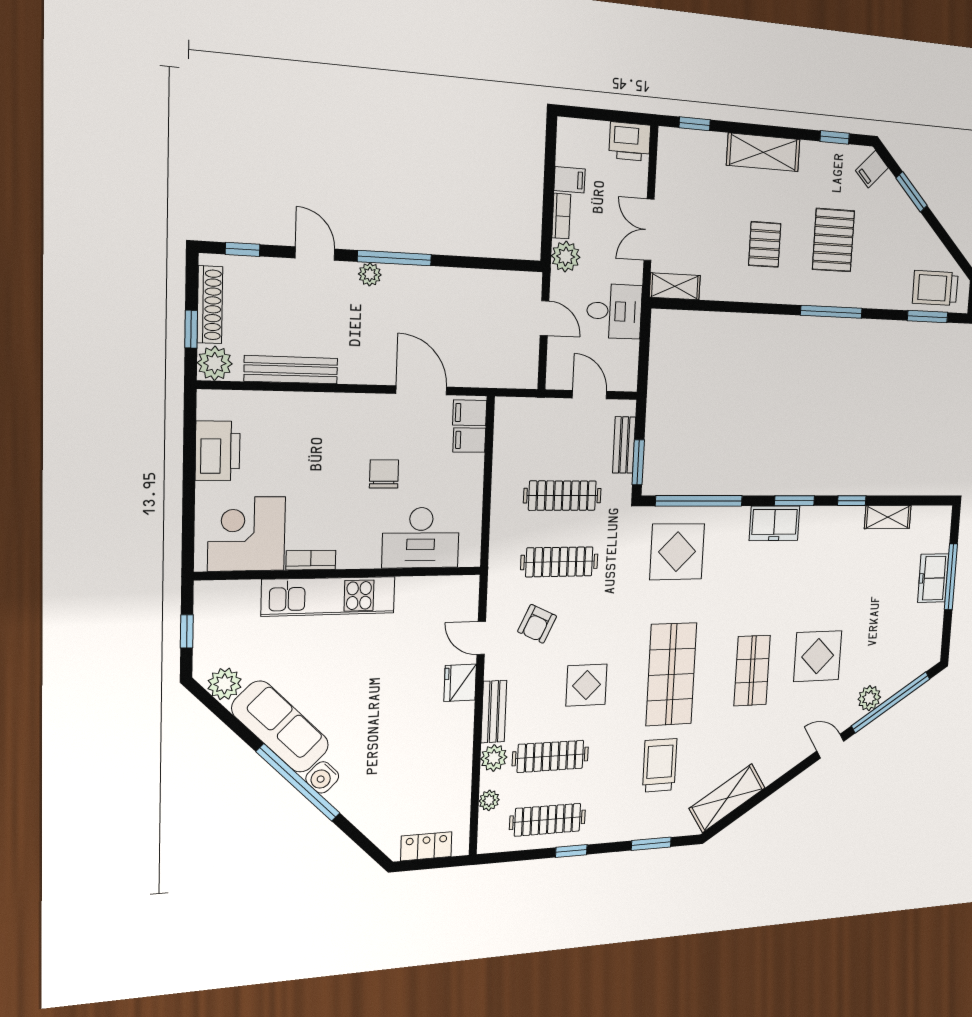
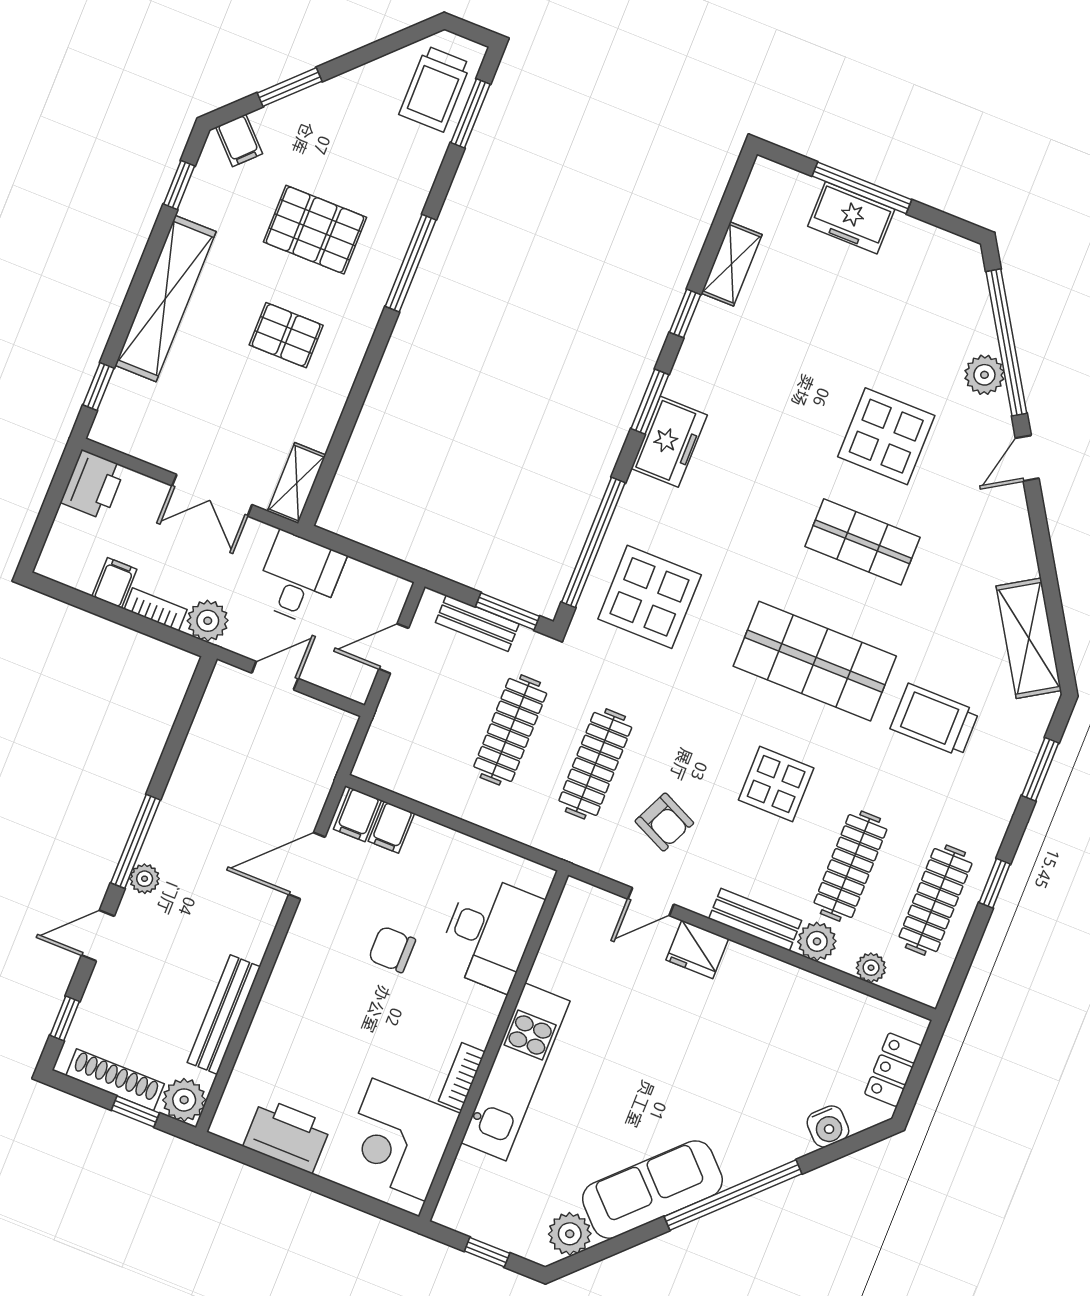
shelving: (763, 152) -> (165, 298), width x1.47
water cooler: (322, 777) -> (828, 1126), moved

